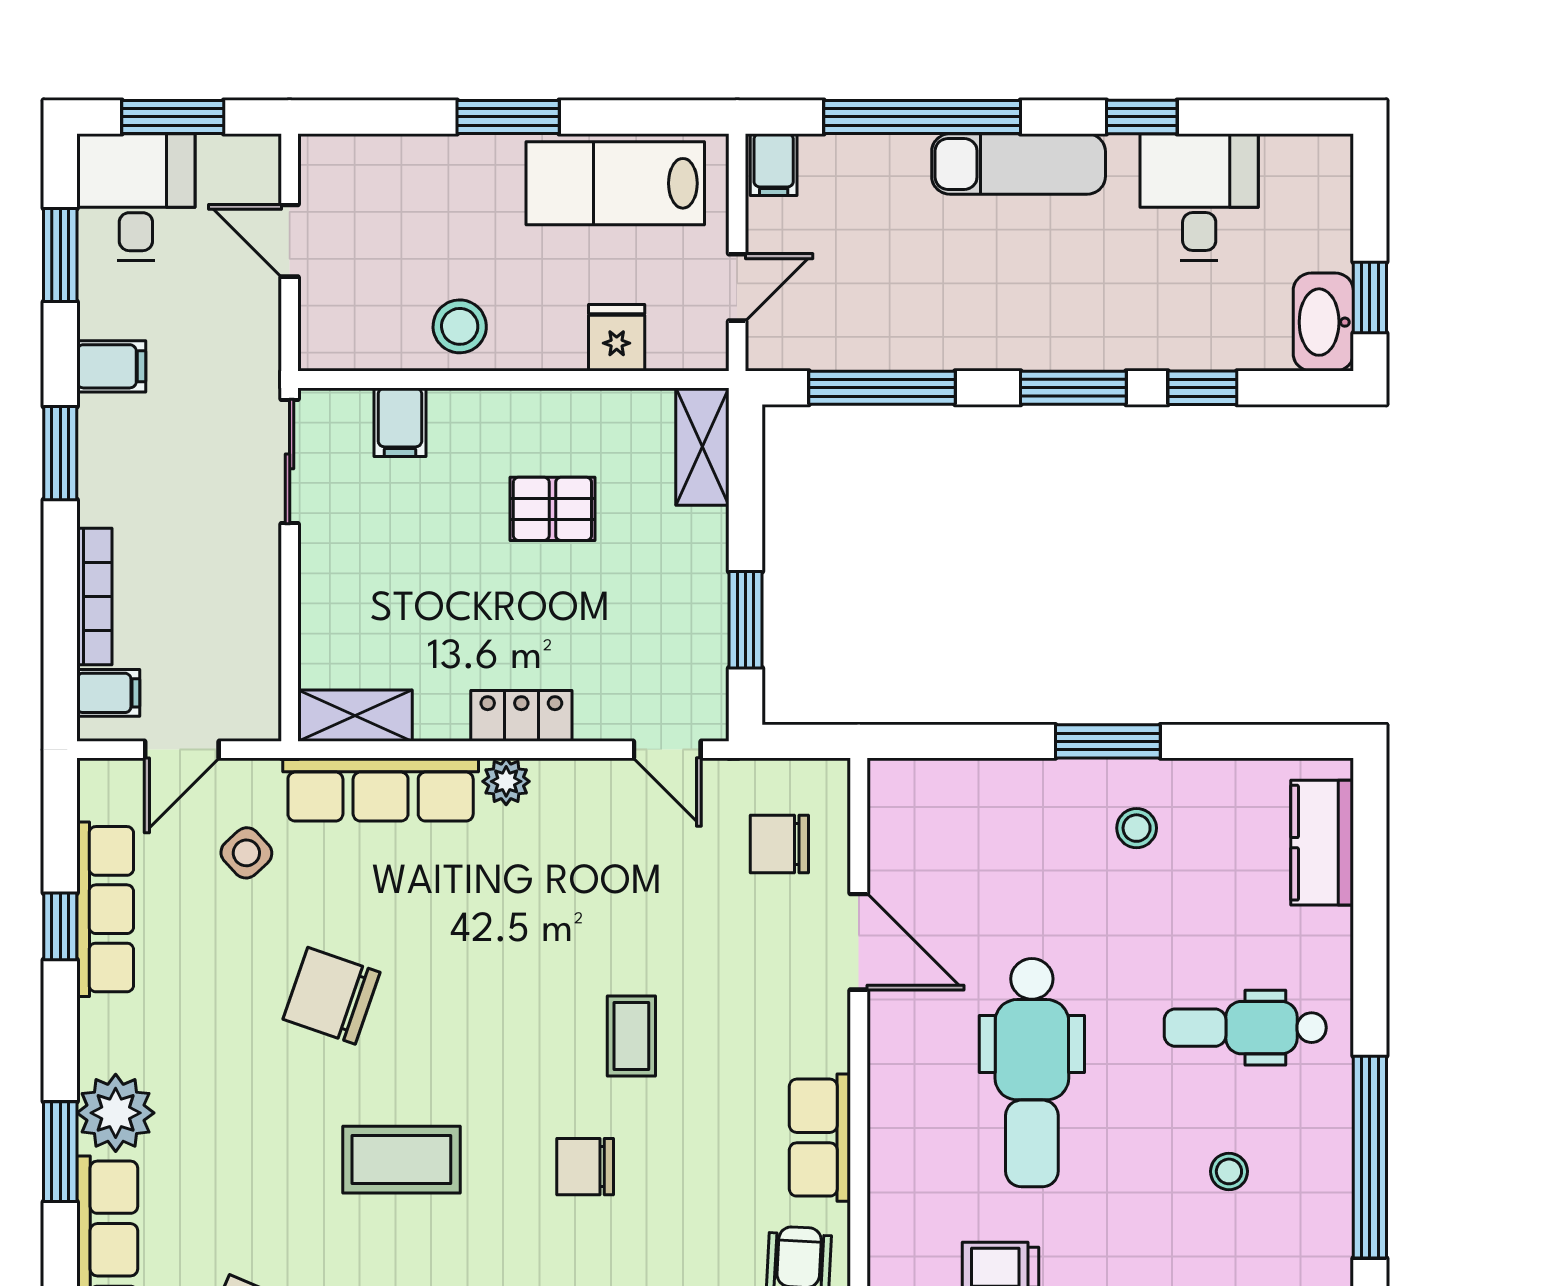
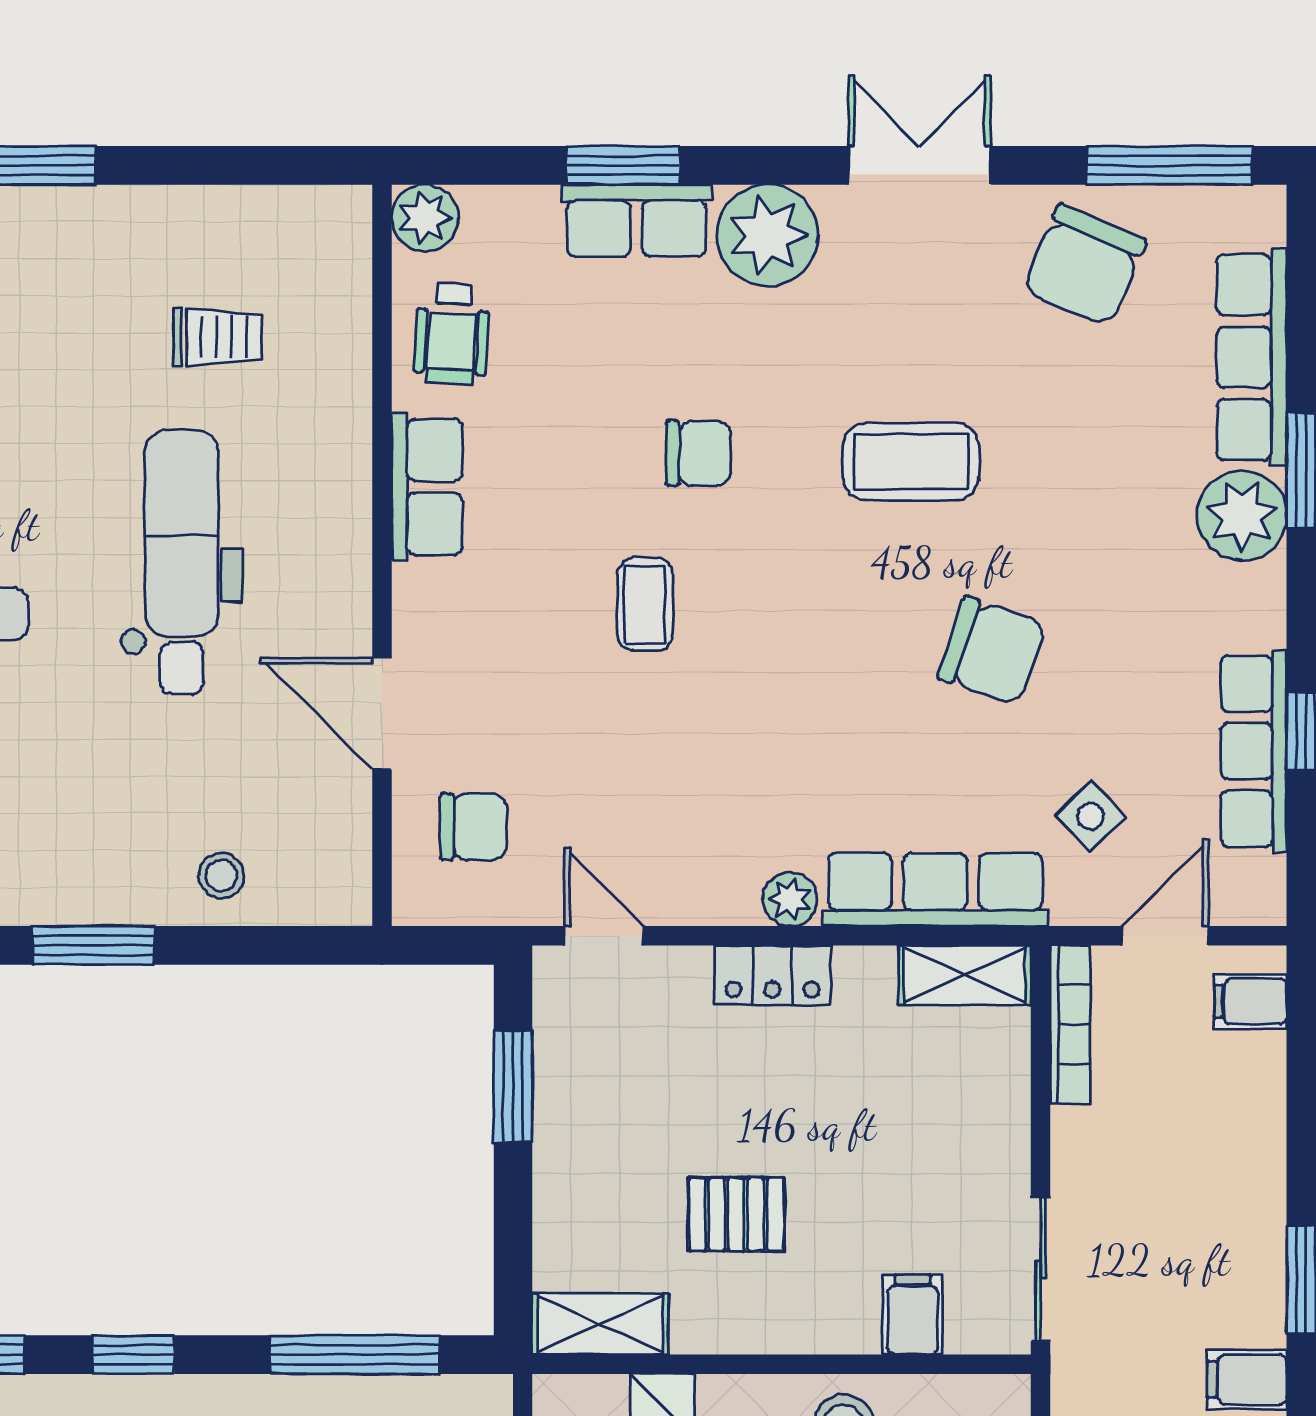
window: (1073, 388) -> (134, 1355), width x0.67
shelving: (702, 447) -> (600, 1324), moved, turned 90
bookcase: (94, 597) -> (1070, 1025), moved, turned 180
stool: (1137, 828) -> (221, 875), moved

